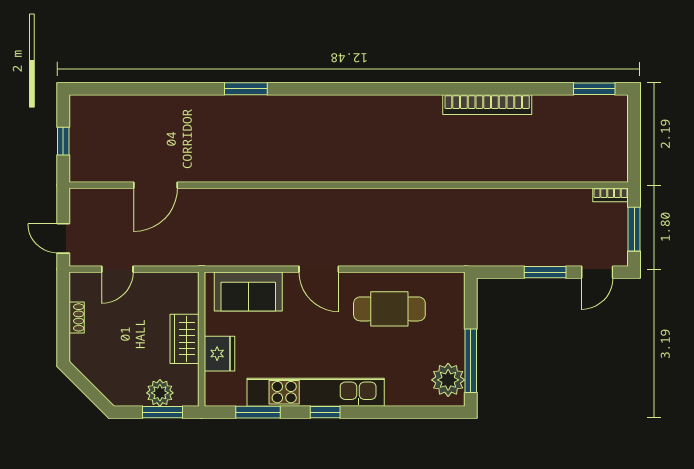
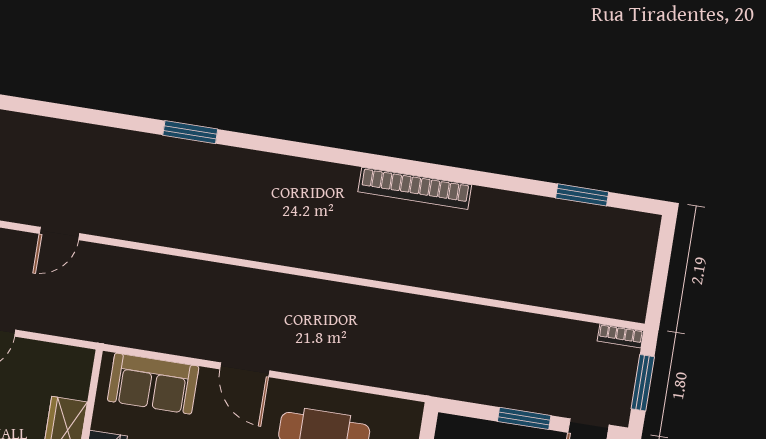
window: (594, 89) -> (582, 195), moved
bookcase: (487, 105) -> (415, 188), moved
door: (156, 185) -> (59, 234), width x0.73

